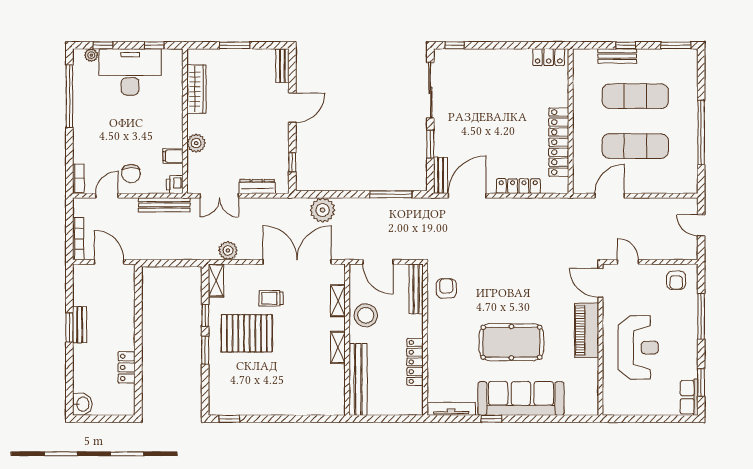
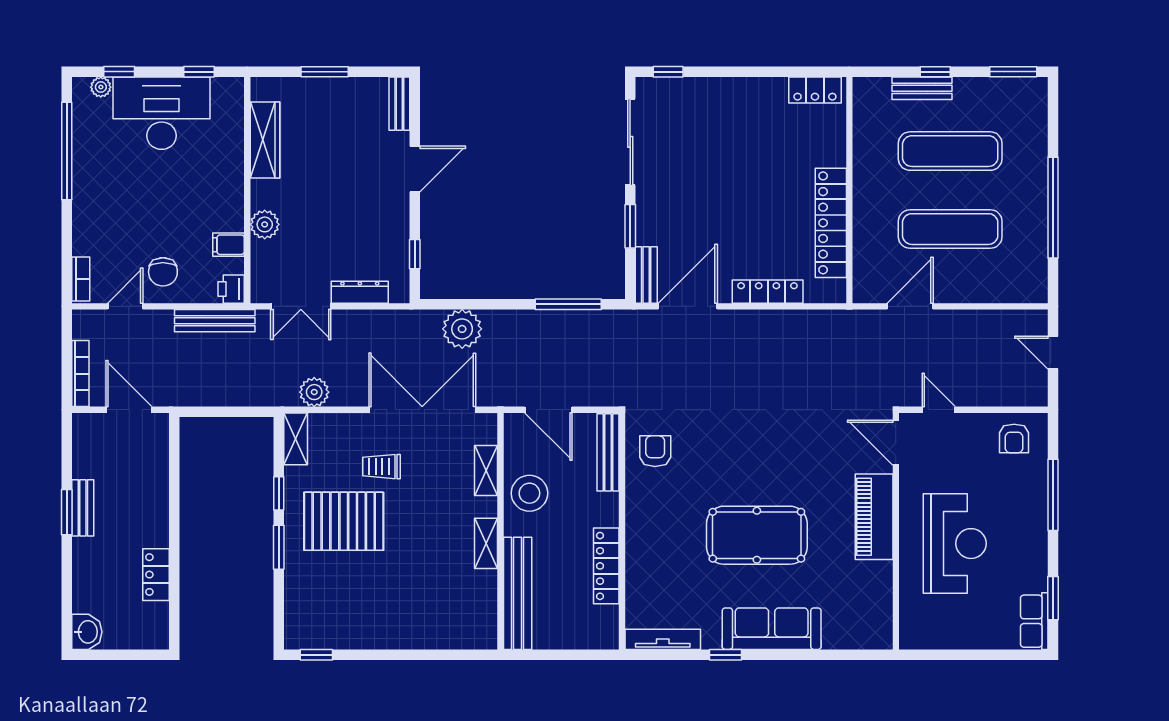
sofa: (521, 398) -> (772, 629), width x0.74, depth x0.79

